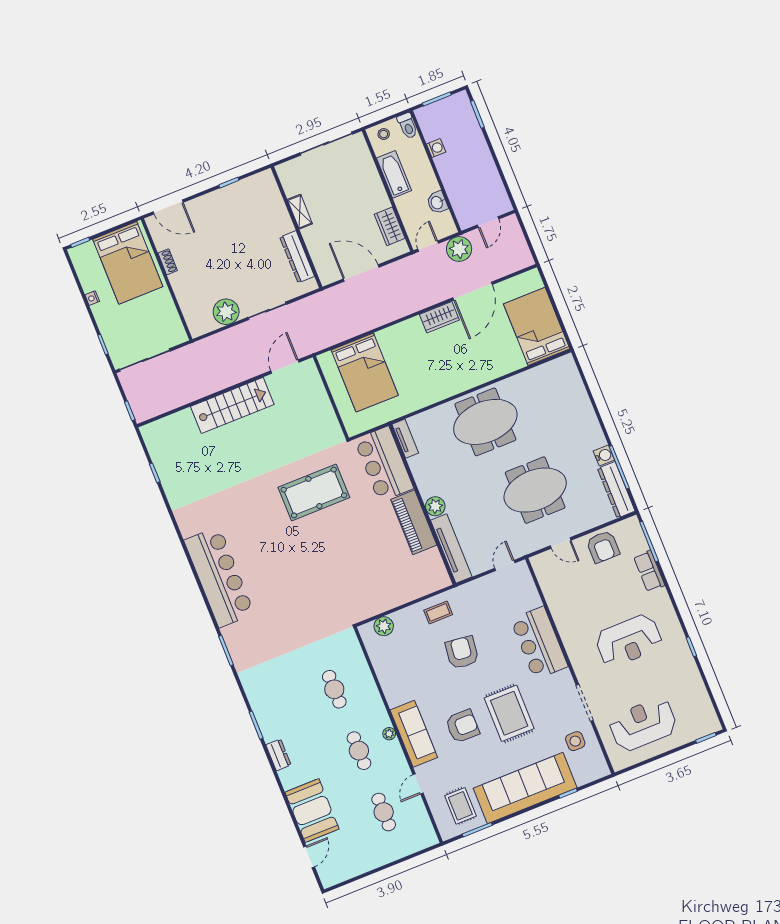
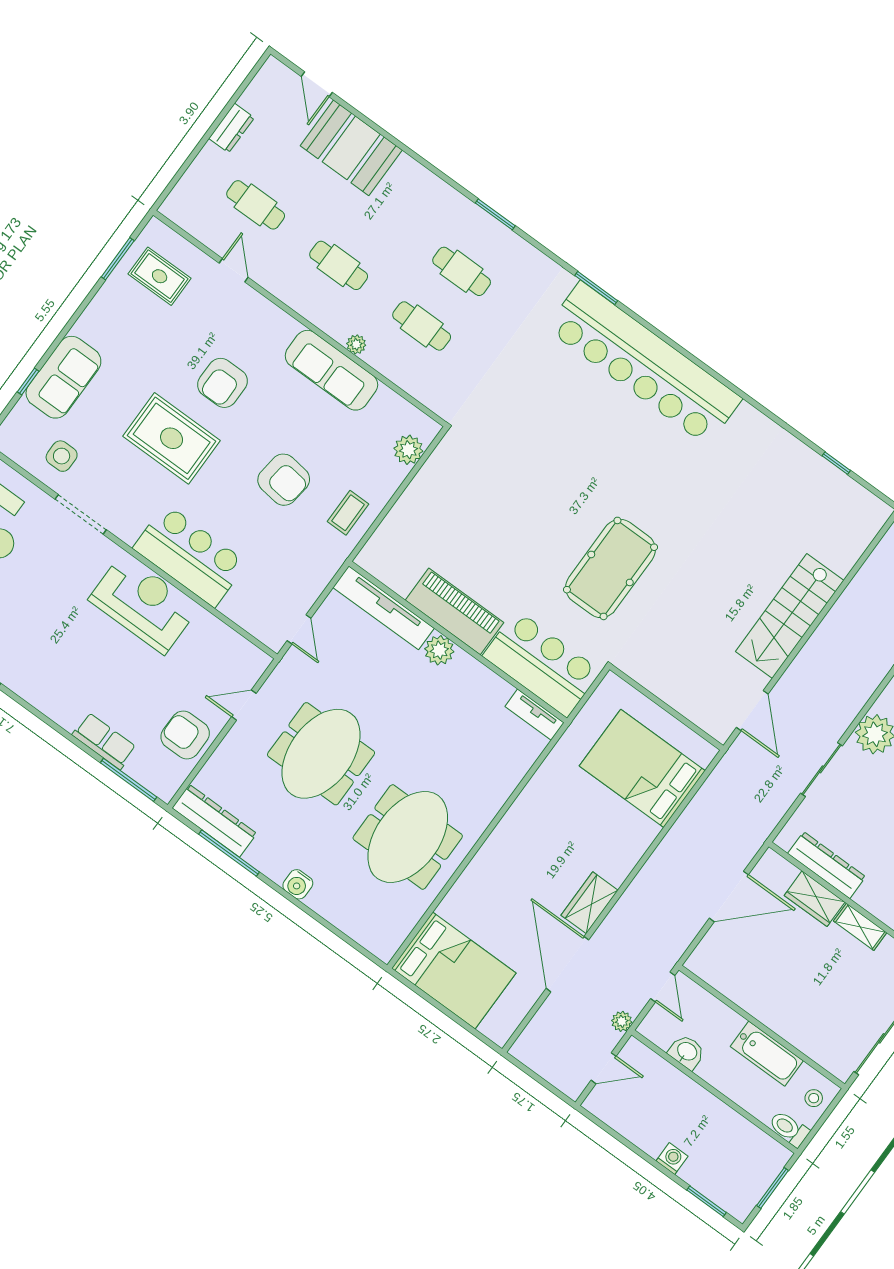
washing machine: (436, 148) -> (672, 1159), moved, turned 180
door: (488, 222) -> (604, 1068), swing flipped
wardrobe: (390, 226) -> (815, 899), moved, turned 180
plant: (459, 249) -> (622, 1021), width x0.53, depth x0.53
meeting table: (485, 422) -> (408, 837), moved
water cooler: (604, 455) -> (298, 884), moved
bar counter: (219, 577) -> (644, 363), width x1.36
reception desk: (629, 641) -> (143, 604), moved, turned 90
cafe table: (294, 706) -> (462, 271), added
plant: (389, 734) -> (356, 344), moved
sofa: (414, 734) -> (331, 370), moved
dresser: (278, 755) -> (232, 128), moved, turned -90
sofa: (525, 788) -> (63, 377), width x0.54, depth x0.79

